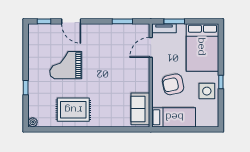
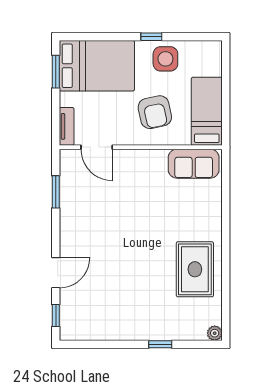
window: (174, 21) -> (56, 72), moved
grand piano: (66, 65) -> (125, 281), removed

